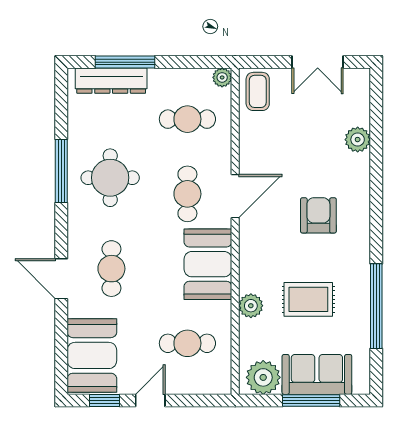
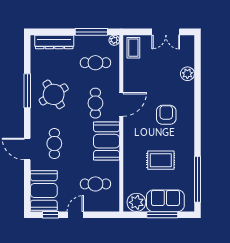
window: (125, 62) -> (91, 32), moved
round table: (110, 178) -> (54, 94), turned -32
plant: (251, 306) -> (130, 164), removed
window: (376, 306) -> (197, 179), moved

